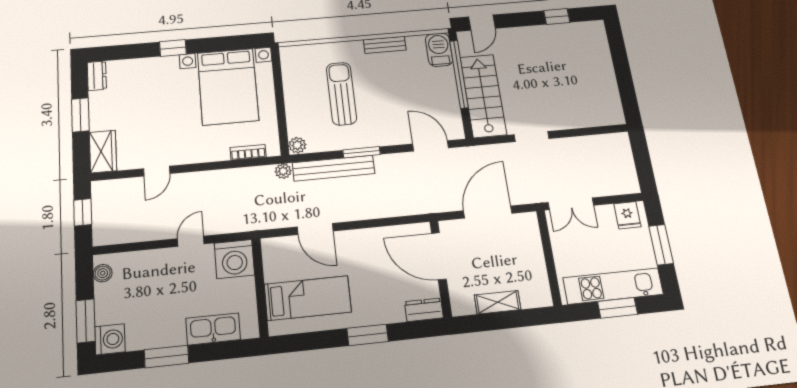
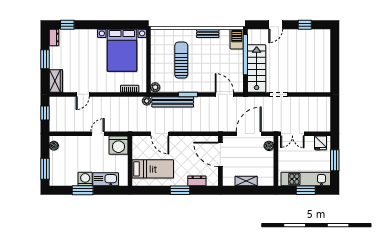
door: (482, 23) -> (276, 25), moved
window: (173, 48) -> (67, 25), moved
boiler: (530, 231) -> (269, 146), added
dresser: (424, 310) -> (197, 181), moved
washing machine: (110, 339) -> (85, 179), moved, turned -90

